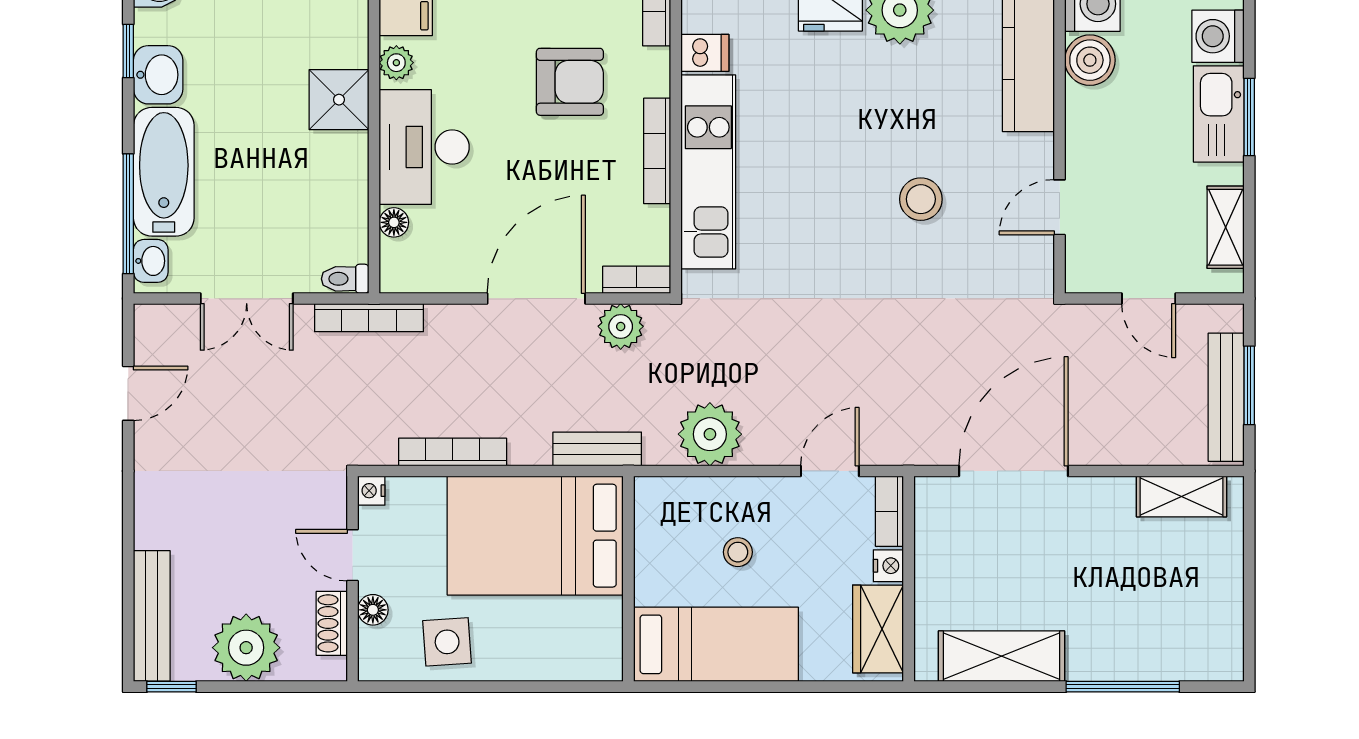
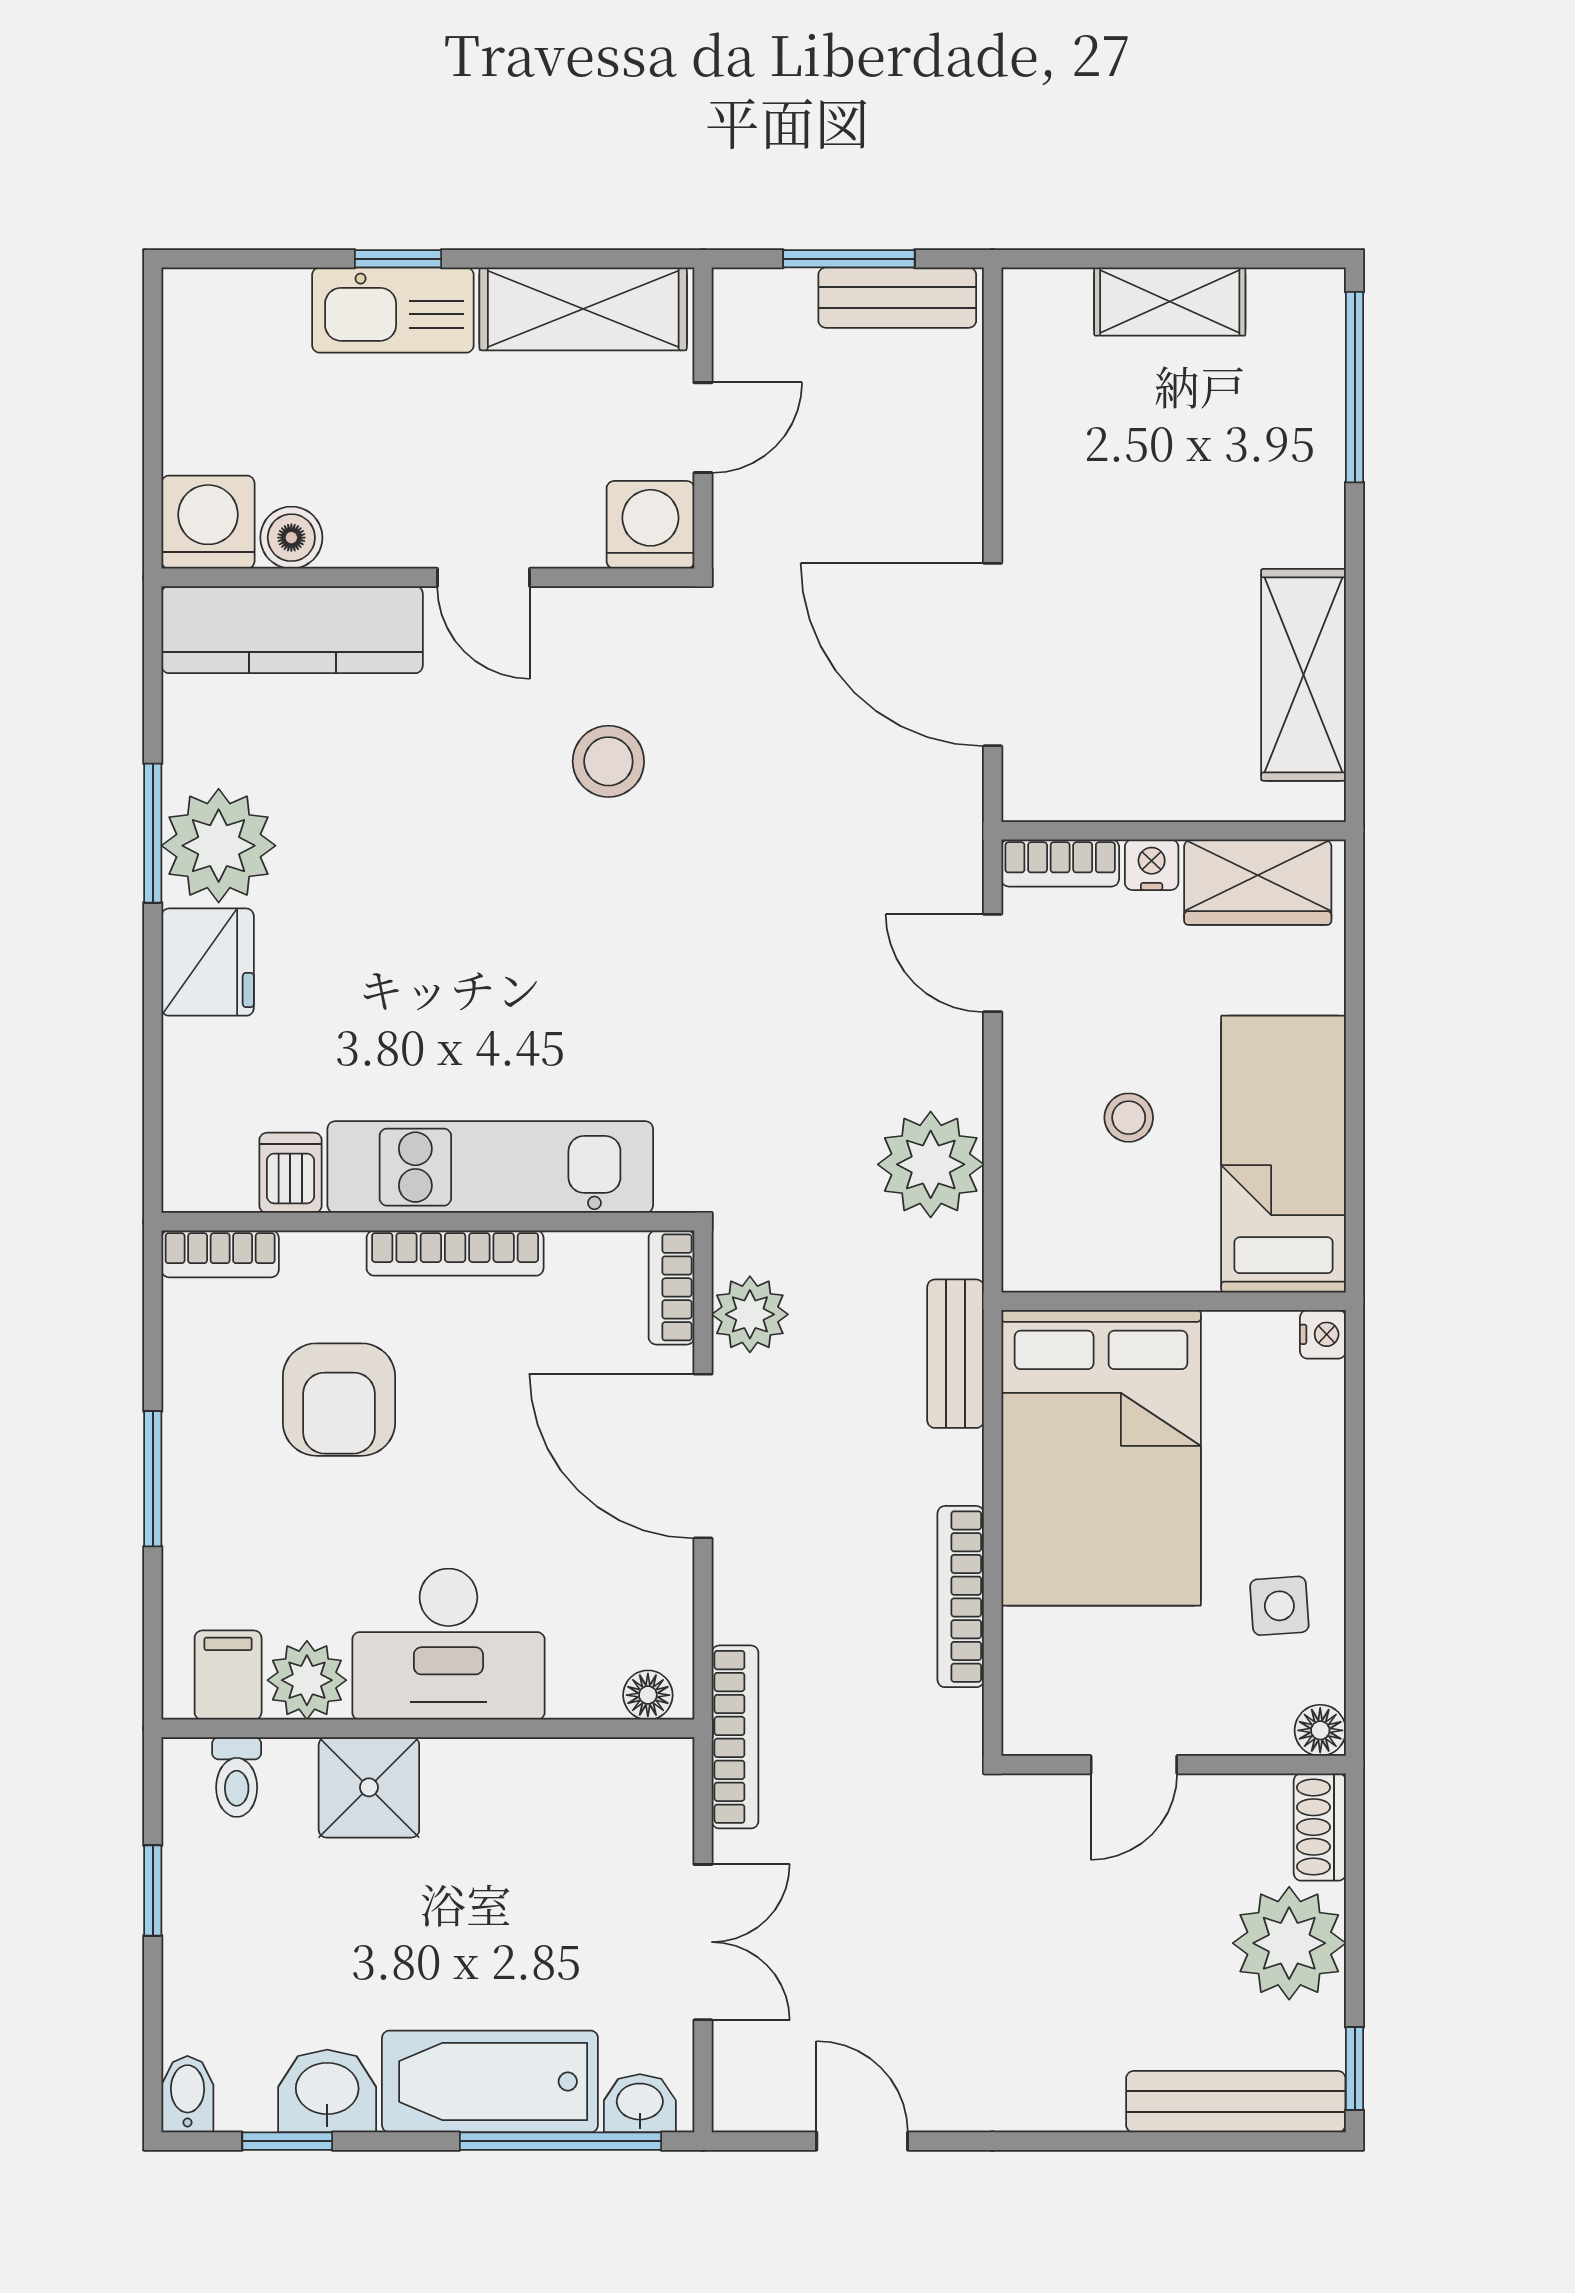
washing machine: (1218, 36) -> (650, 525), moved, turned 180
boiler: (1090, 60) -> (291, 538), width x0.73, depth x0.73
plant: (396, 63) -> (307, 1680), width x1.38, depth x1.38
armchair: (570, 82) -> (339, 1400), turned 180
window: (1249, 117) -> (398, 259), width x0.67
stool: (921, 199) -> (608, 761), moved
door: (1060, 207) -> (484, 577), moved
floor lamp: (394, 222) -> (648, 1695), moved
shelving: (1226, 227) -> (583, 309), width x1.50, depth x1.33
toilet: (345, 279) -> (237, 1777), moved
bench: (1226, 397) -> (897, 298), width x0.73
nightstand: (371, 491) -> (1323, 1334), moved, turned -90
shelving: (1181, 496) -> (1170, 302), moved, turned 90
floor lamp: (373, 610) -> (1320, 1730), moved
shoe rack: (332, 623) -> (1320, 1827), moved, turned 90
side table: (447, 642) -> (1279, 1606), width x0.73, depth x0.73
window: (1123, 687) -> (1355, 387), moved

